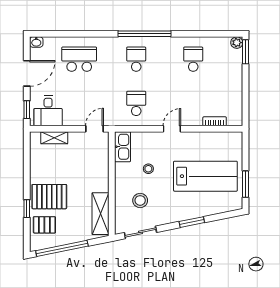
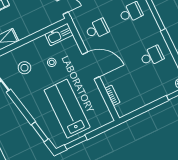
door: (172, 129) -> (91, 66), width x1.88
lab bench: (205, 176) -> (67, 109), turned 180
window: (192, 222) -> (40, 132), moved

